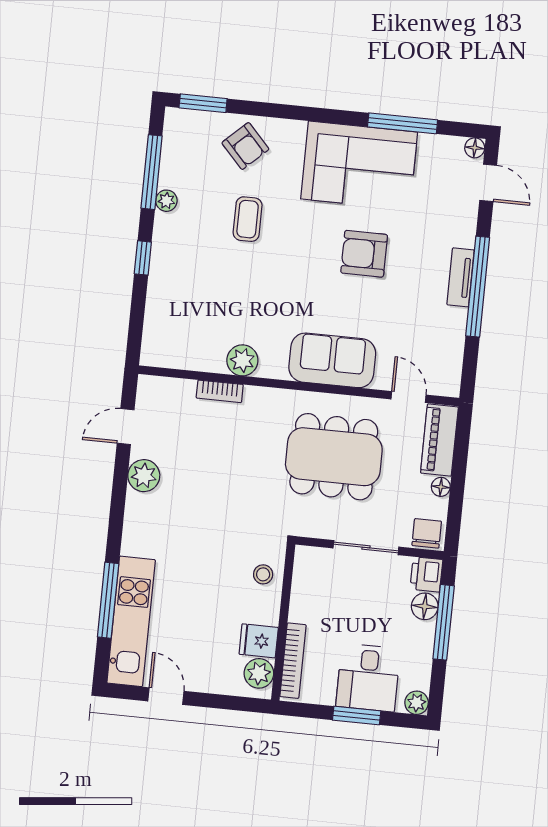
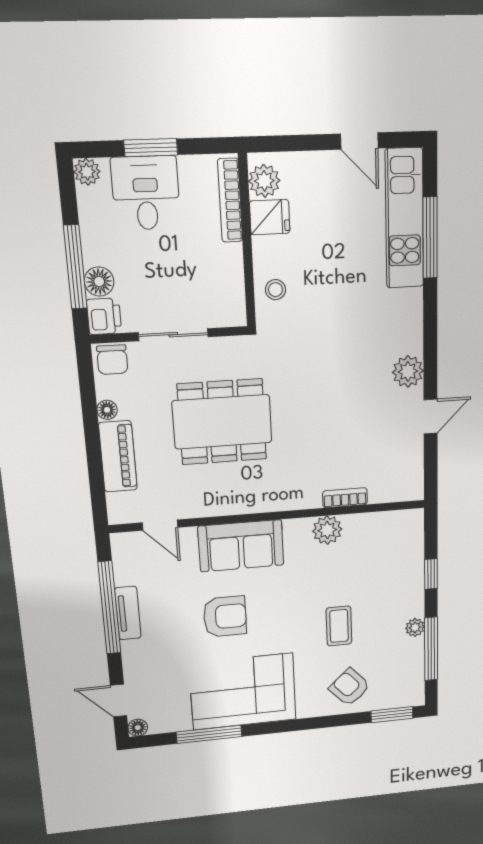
plant: (242, 360) -> (327, 530), moved
sofa: (332, 360) -> (241, 546), moved
wall: (299, 386) -> (270, 516), moved
bookcase: (220, 391) -> (345, 498), moved
door: (409, 397) -> (160, 525), moved

